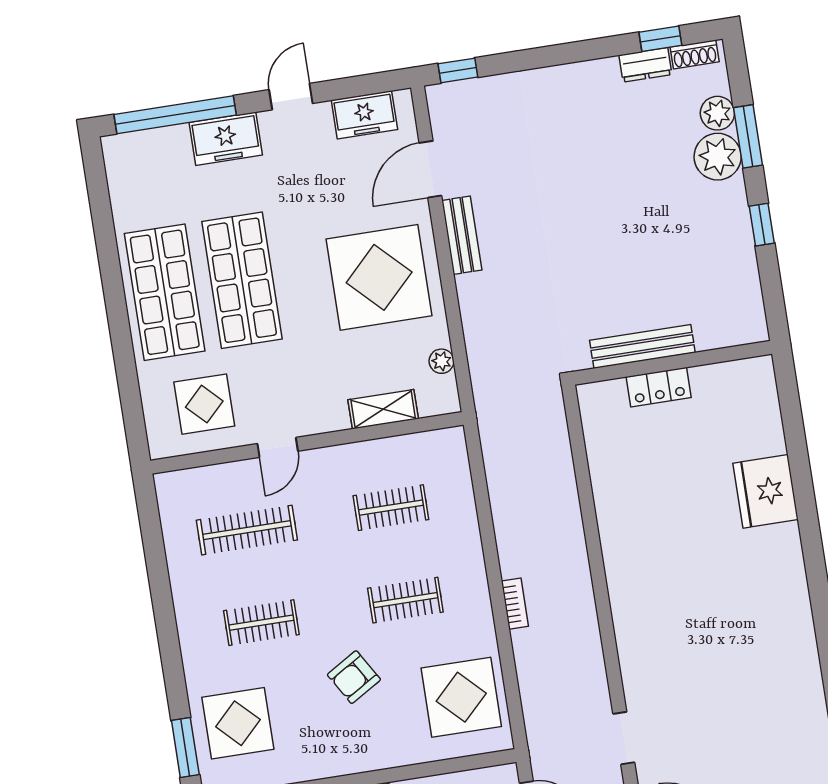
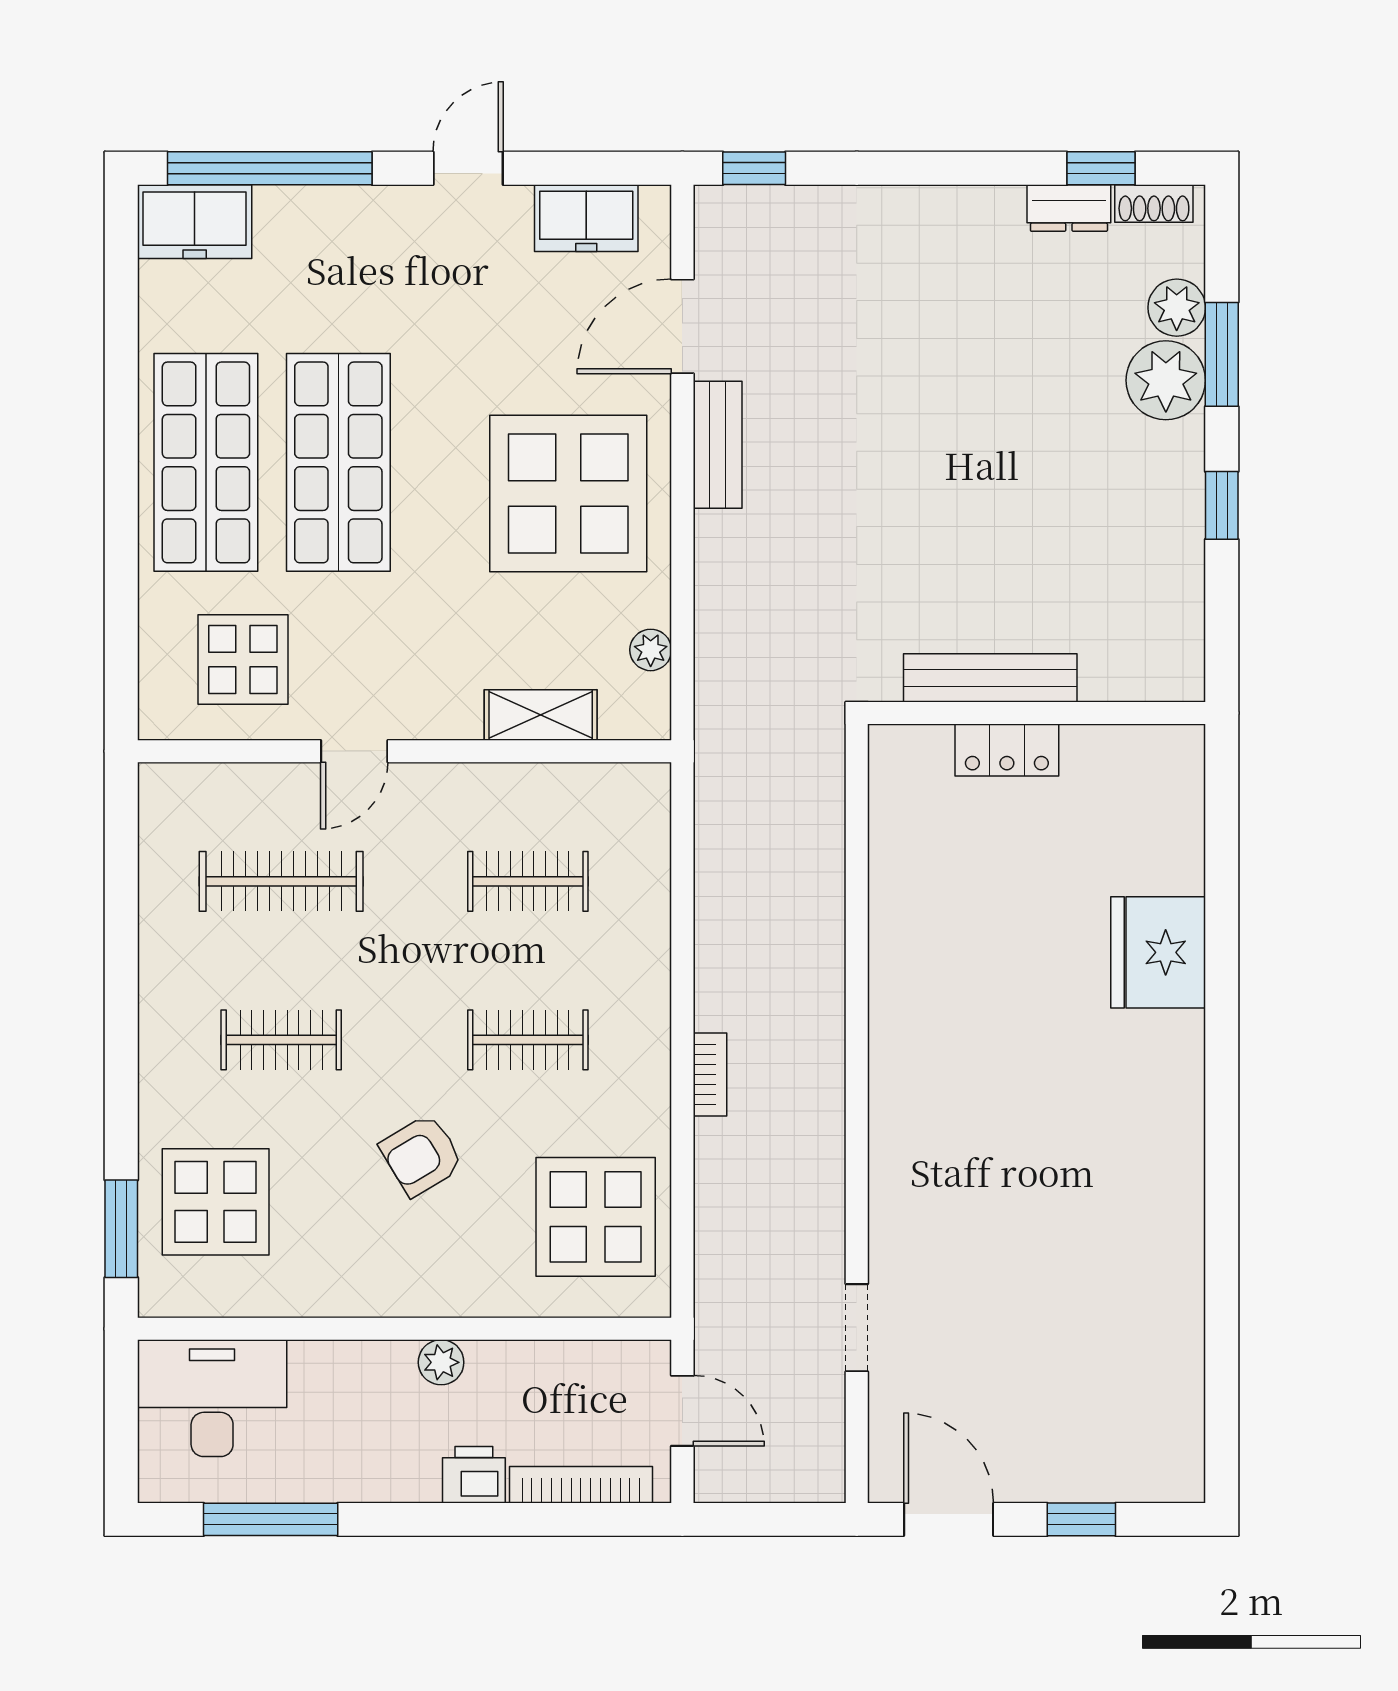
freezer: (226, 139) -> (195, 222), moved

